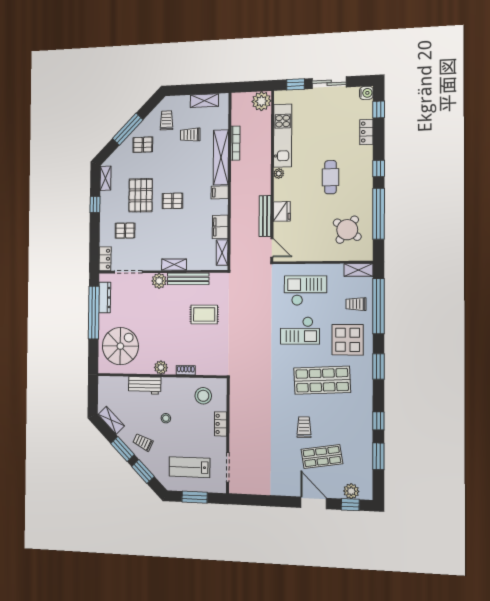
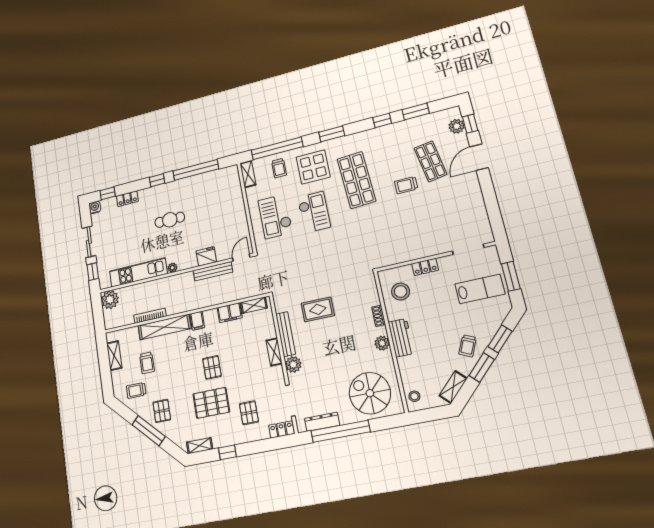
round table: (347, 230) -> (214, 193), removed
rug: (204, 314) -> (318, 309), turned 90
workbench: (145, 385) -> (401, 338), moved
stool: (166, 418) -> (414, 396), moved
lab bench: (189, 467) -> (480, 289), turned -90

